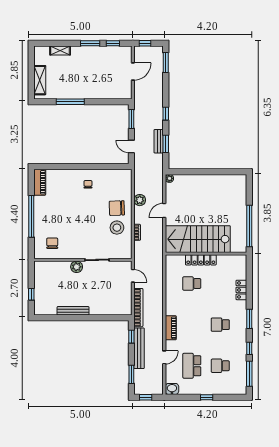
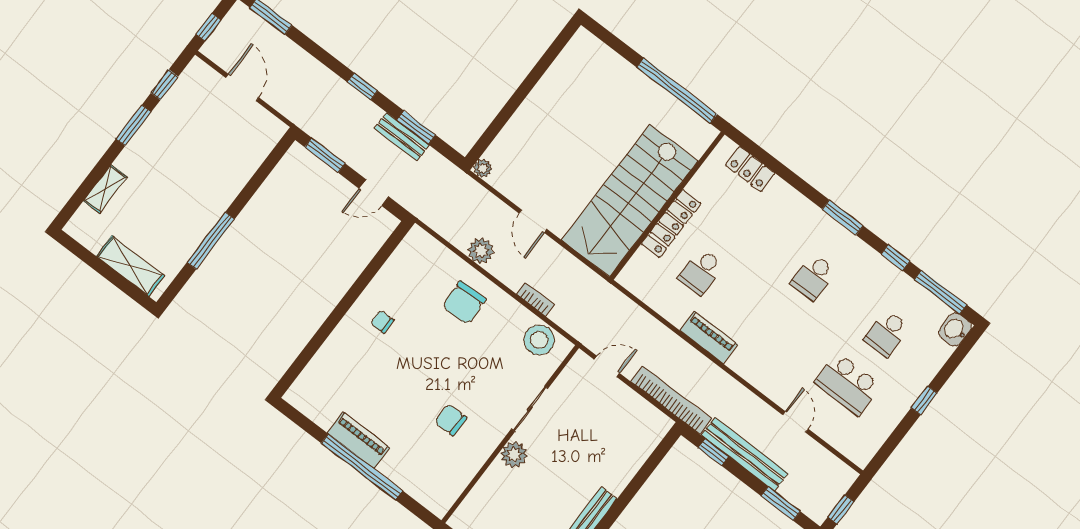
piano: (40, 182) -> (359, 440), moved
stool: (117, 228) -> (539, 340), moved
chair: (52, 243) -> (451, 420), moved
locker: (241, 290) -> (750, 169), moved
piano: (171, 328) -> (709, 337), moved
washbasin: (172, 389) -> (955, 330), moved

